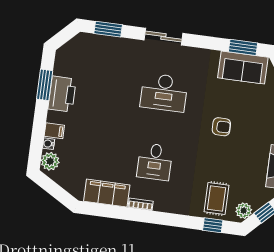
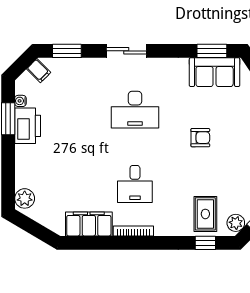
filing cabinet: (54, 131) -> (39, 71), moved, turned 45
water cooler: (49, 144) -> (20, 101), moved
bookcase: (141, 204) -> (133, 231), width x1.56

